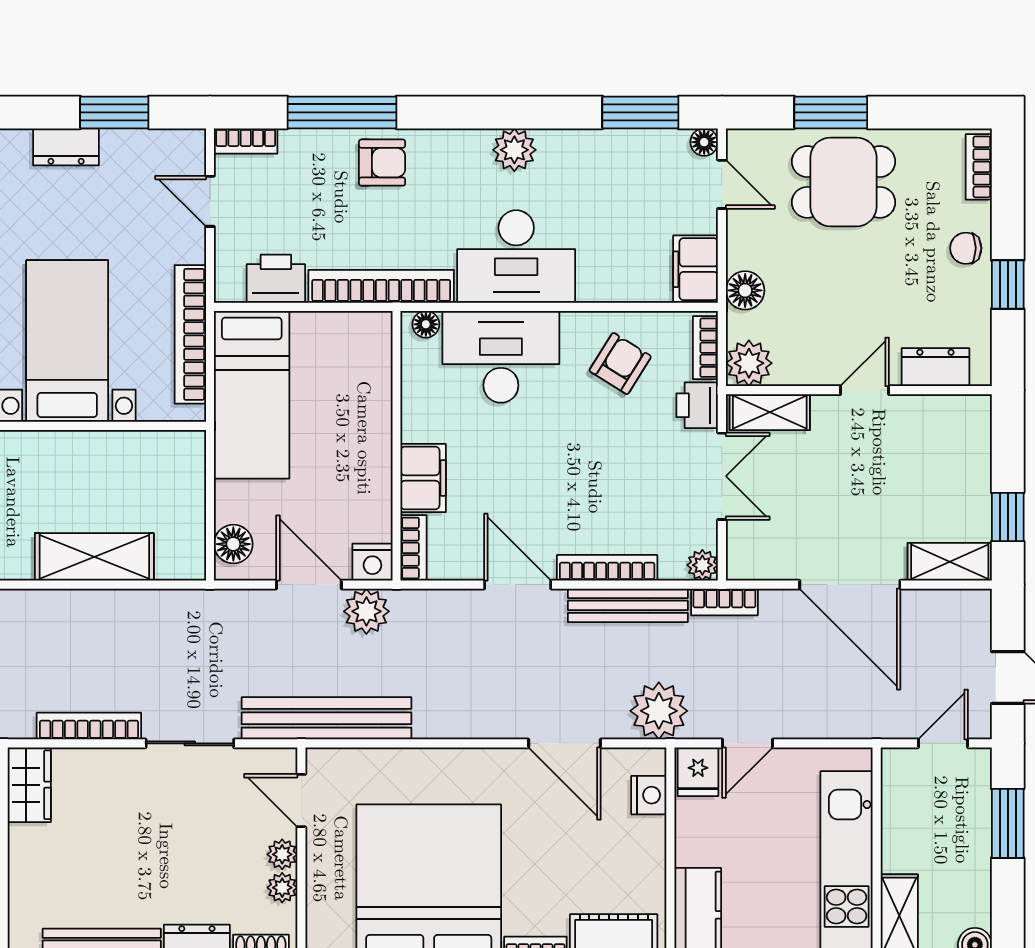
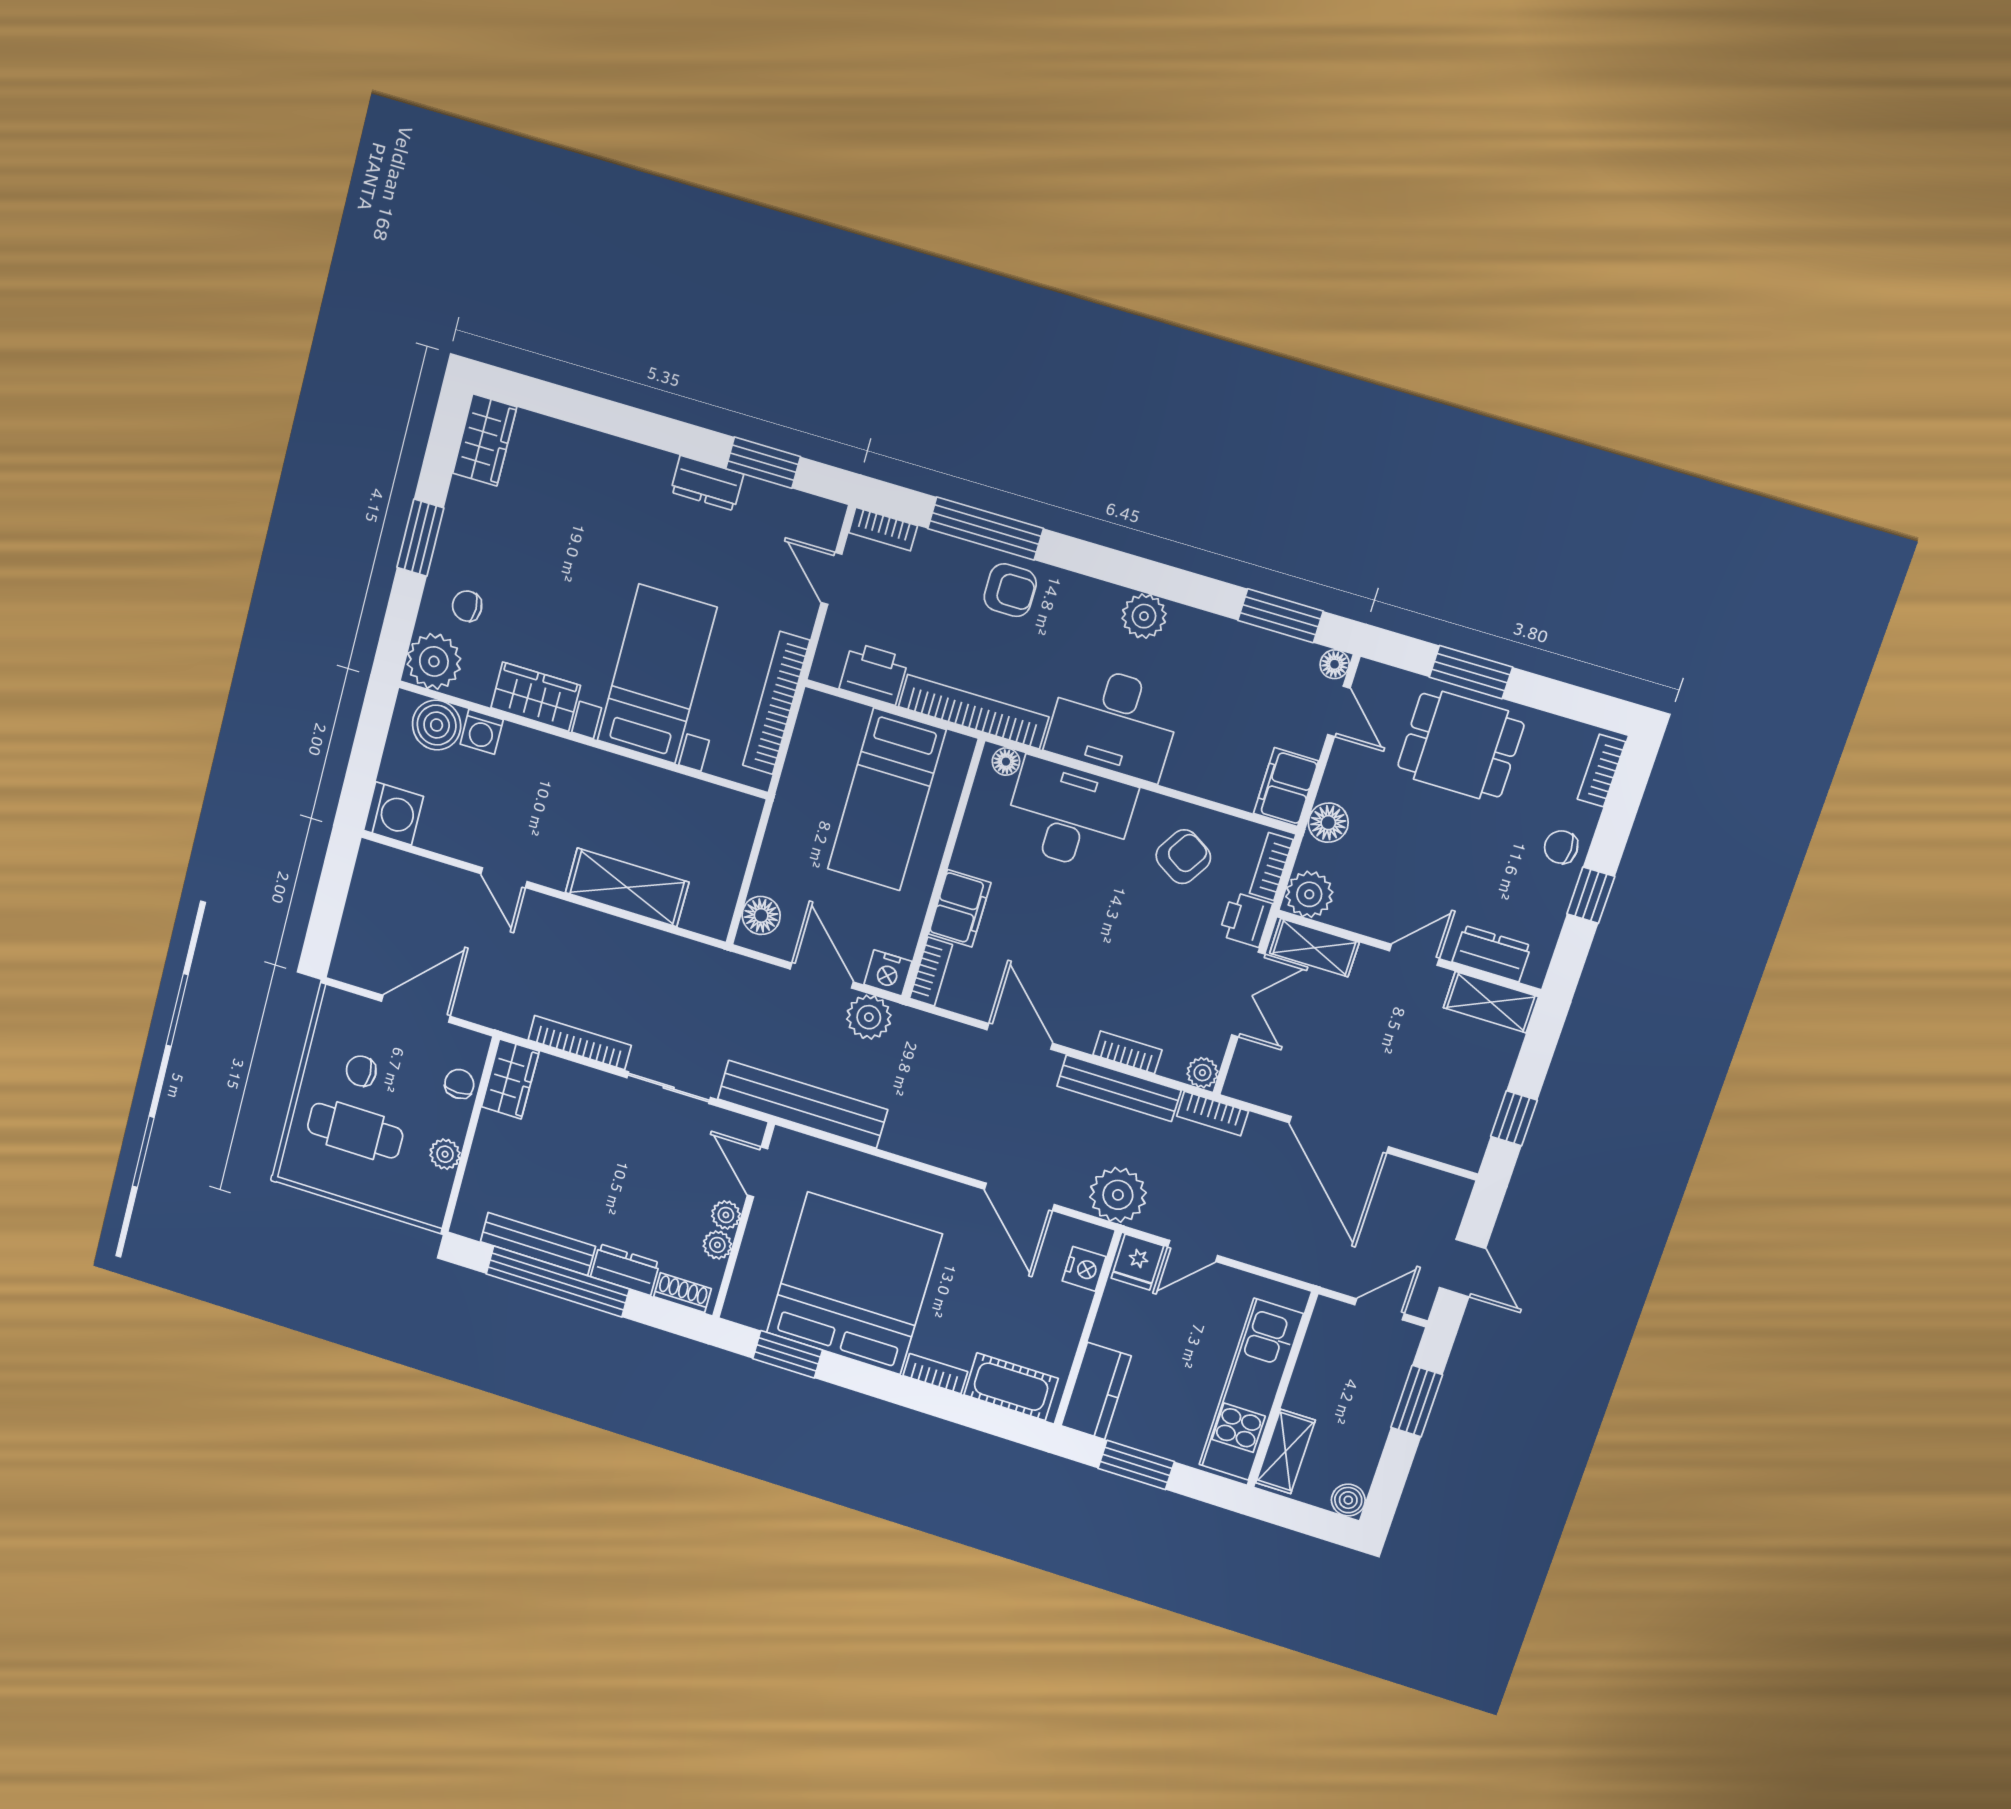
bed: (252, 395) -> (887, 800), moved
shelving: (950, 562) -> (1491, 1002), moved
bookcase: (607, 568) -> (1127, 1052), width x0.64

